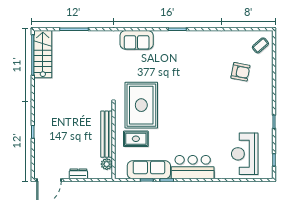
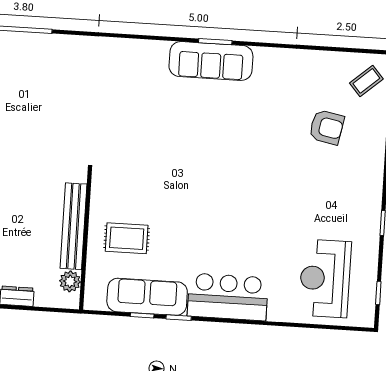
sofa: (137, 40) -> (211, 61), moved, width x1.36
rug: (141, 105) -> (140, 177), removed

